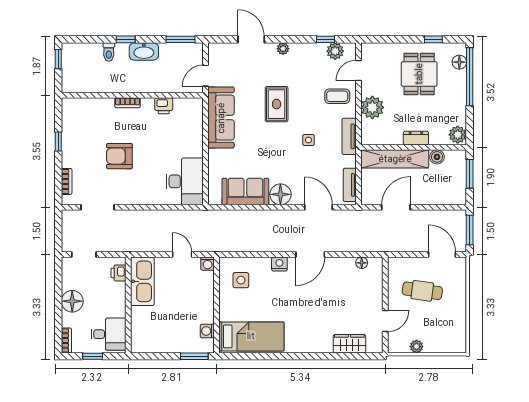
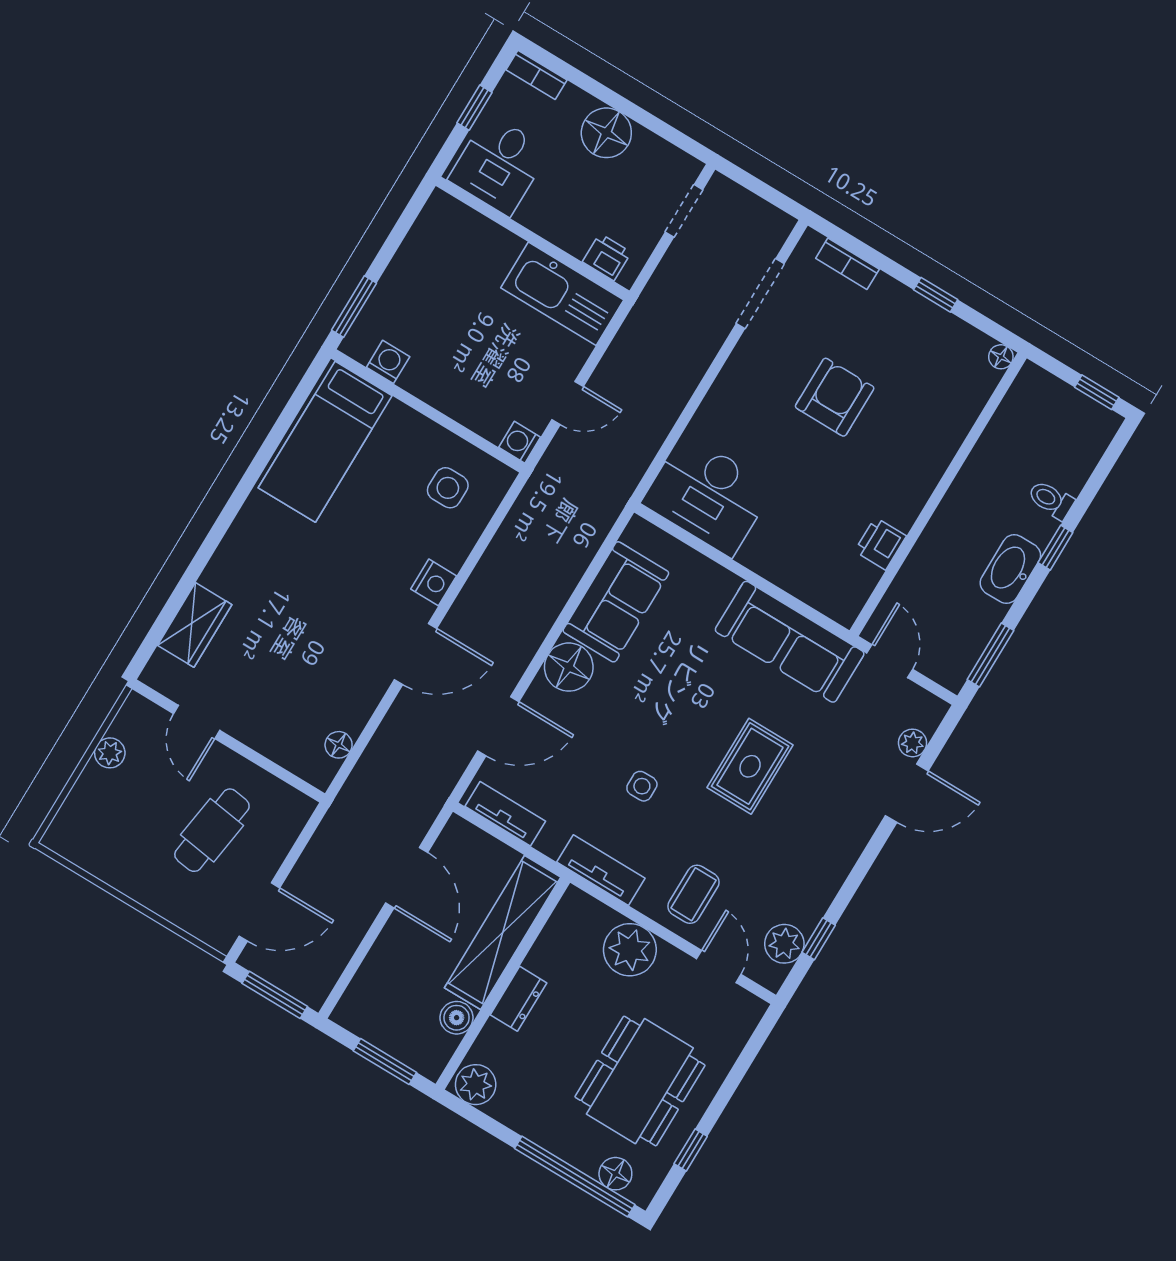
plant: (283, 49) -> (913, 743), moved
dining table: (419, 74) -> (640, 1081), width x1.38
floor lamp: (67, 103) -> (1001, 357), added
bookcase: (128, 103) -> (929, 476), removed
rug: (277, 104) -> (750, 766), turned 90
door: (310, 255) -> (416, 654), swing flipped

